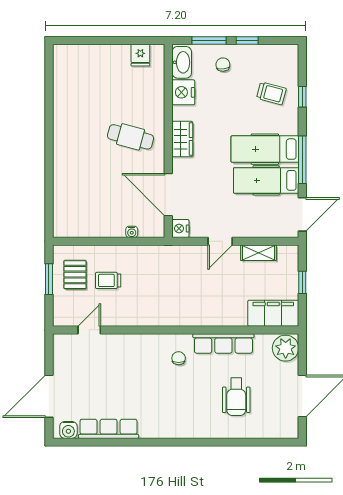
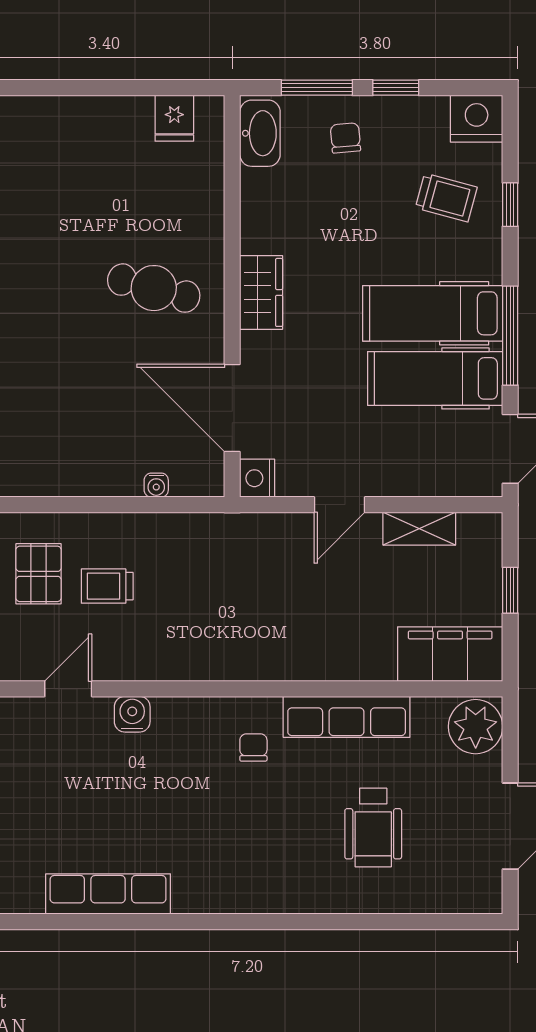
nightstand: (183, 92) -> (477, 119), moved, turned 90
water cooler: (68, 430) -> (132, 714), moved, turned 180

